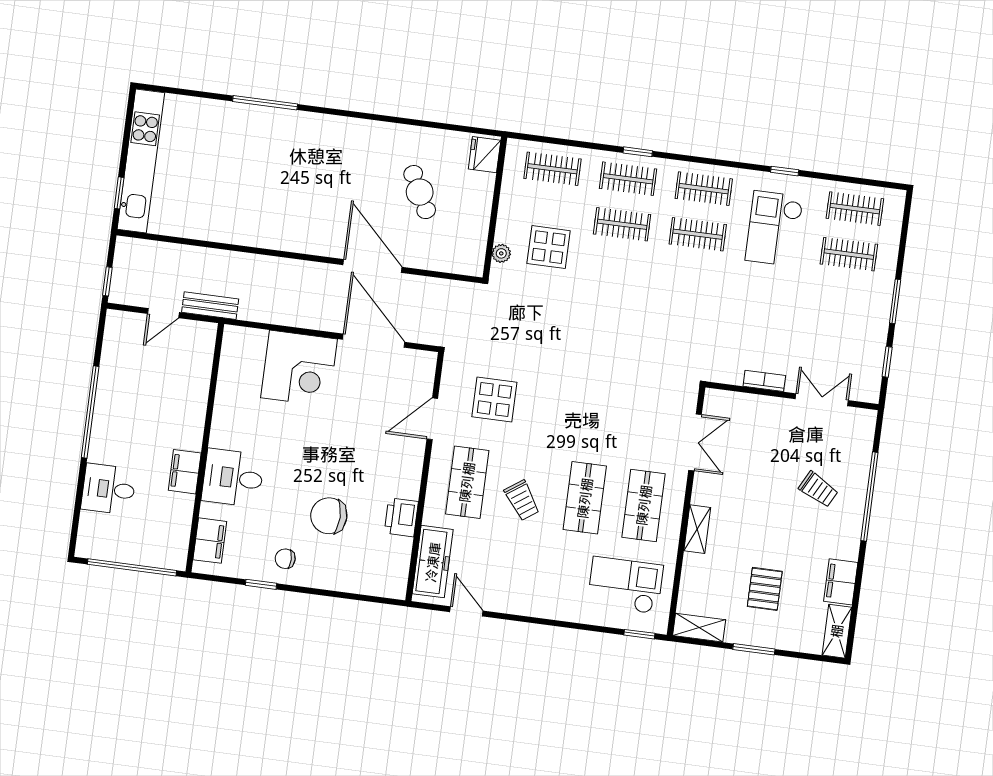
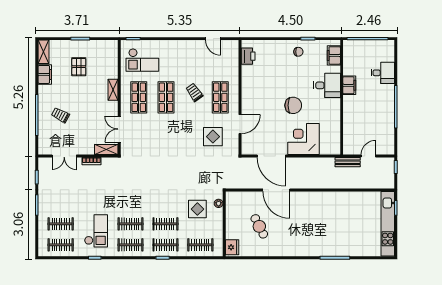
chair: (329, 516) -> (293, 105), moved
printer: (401, 517) -> (248, 56), moved
freezer: (433, 562) -> (231, 59), removed
shelving: (699, 628) -> (106, 149), moved

